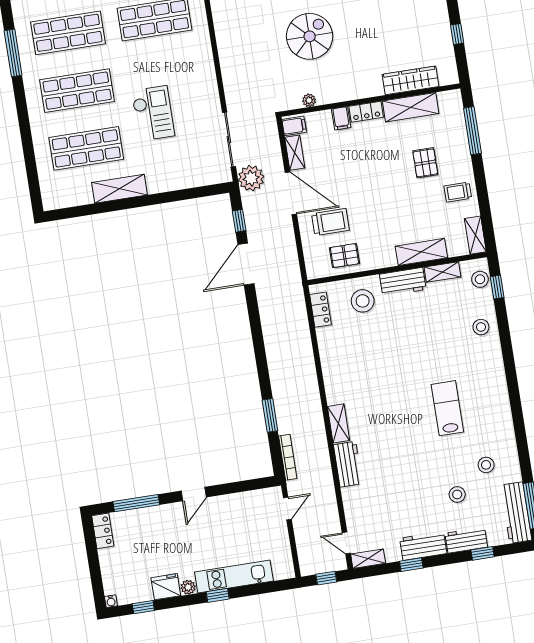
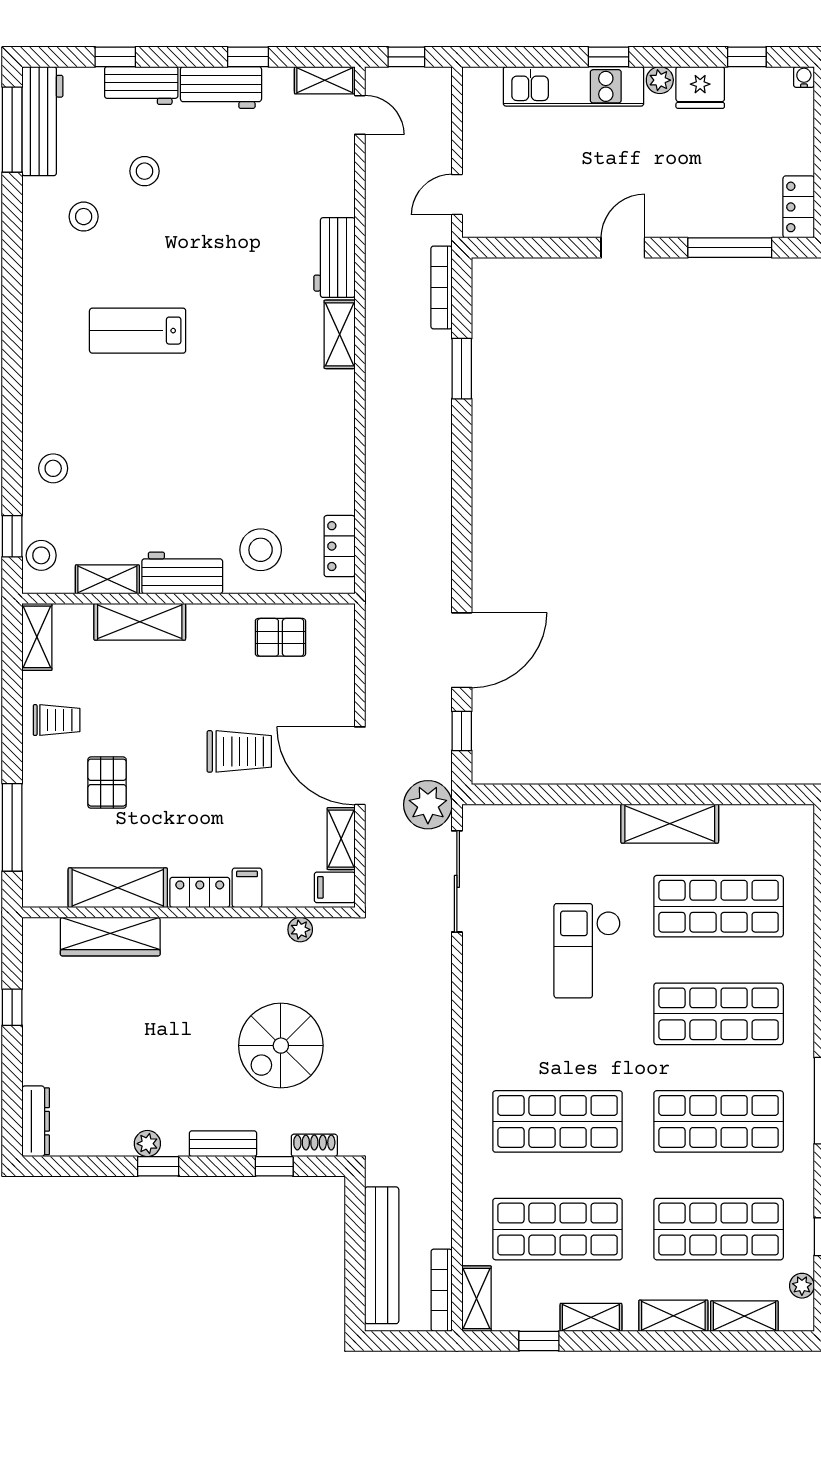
trolley: (330, 222) -> (239, 751), moved, turned 180
lab bench: (447, 408) -> (138, 331), turned 90

